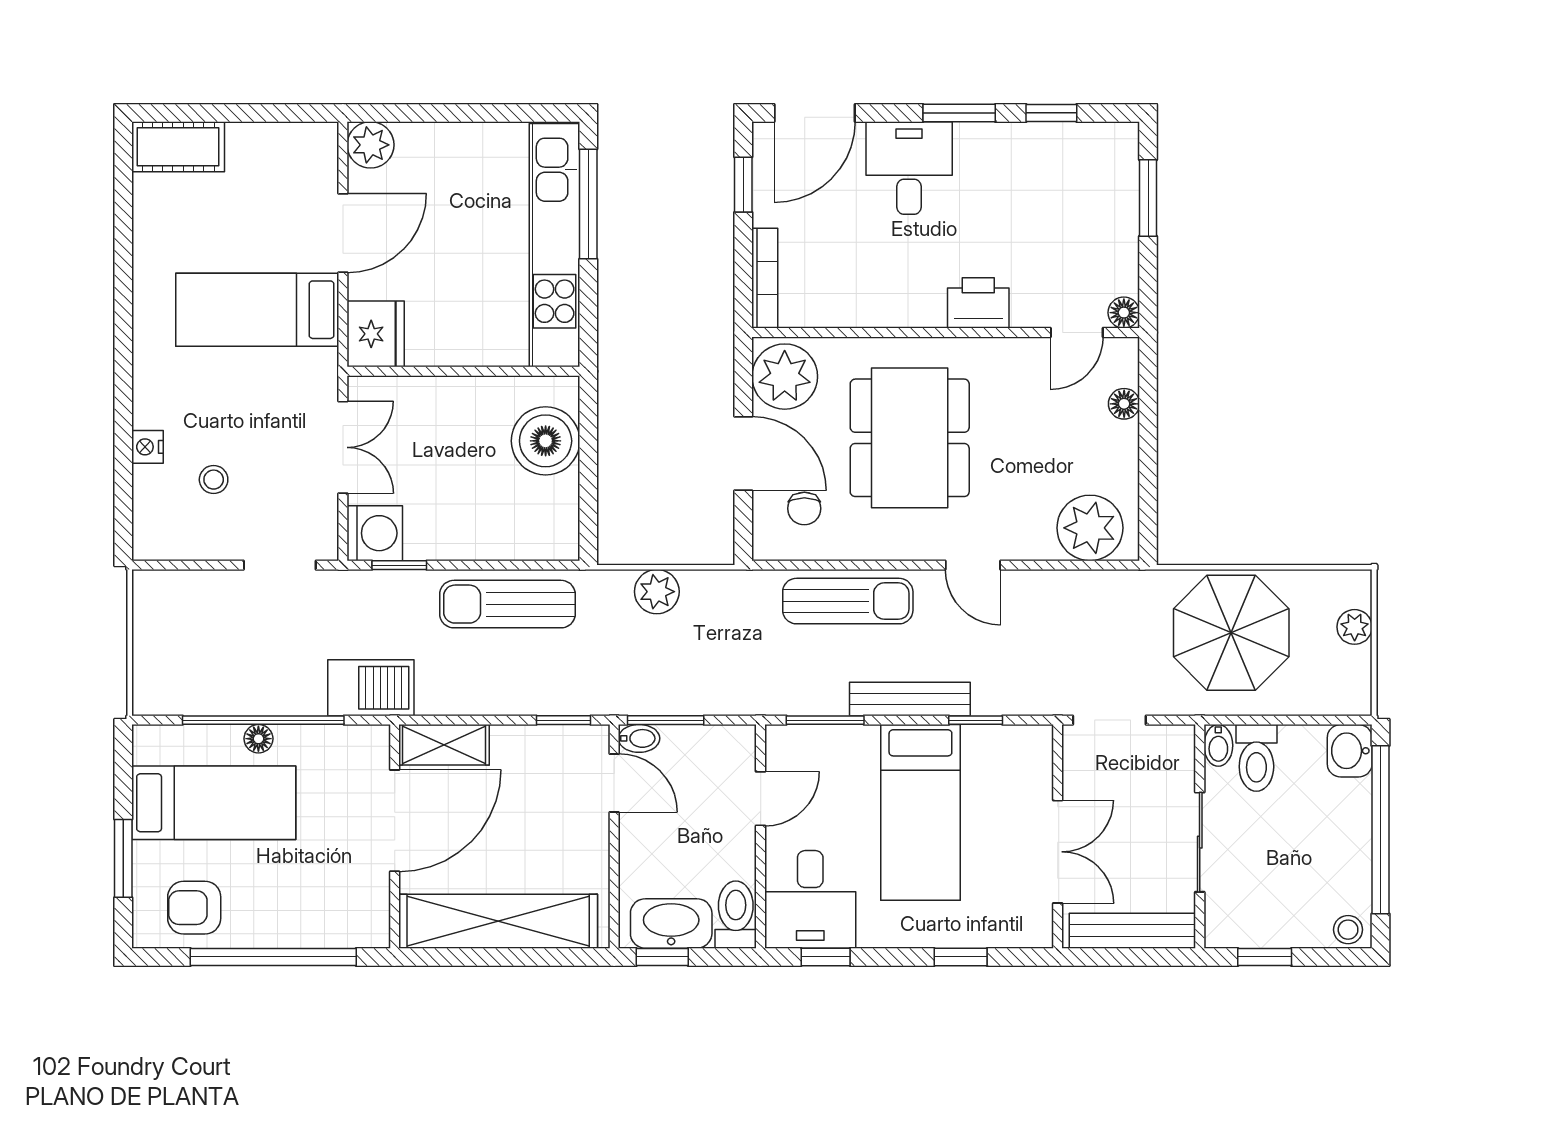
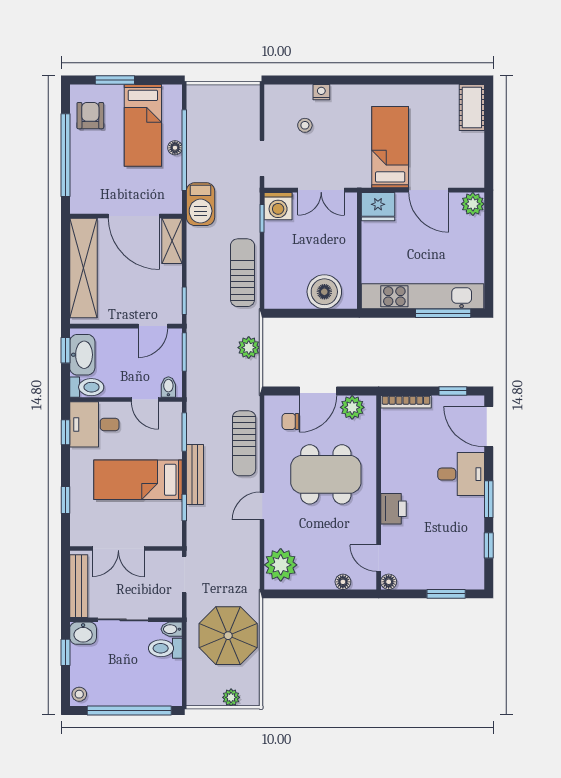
plant: (785, 377) -> (352, 407), width x0.73, depth x0.73
bidet: (639, 738) -> (168, 387), moved, turned 180
washbasin: (1350, 751) -> (83, 633), moved, turned 180

